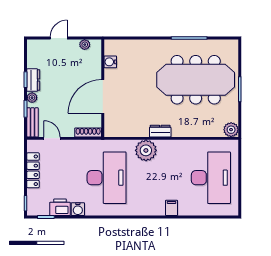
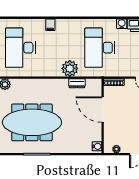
water cooler: (110, 62) -> (97, 146), moved
door: (103, 96) -> (103, 110), swing flipped
dresser: (160, 131) -> (77, 83), moved

